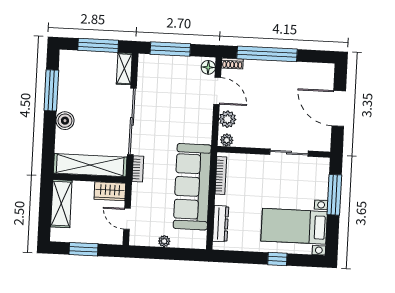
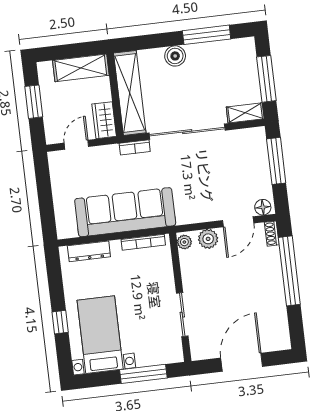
plant: (164, 241) -> (58, 191), removed

